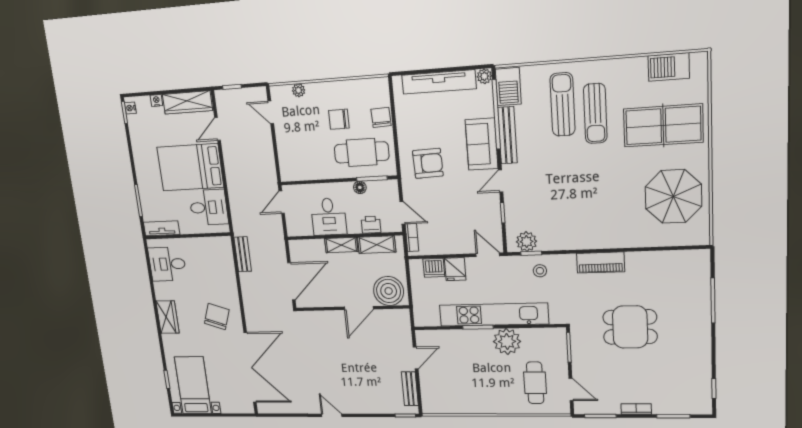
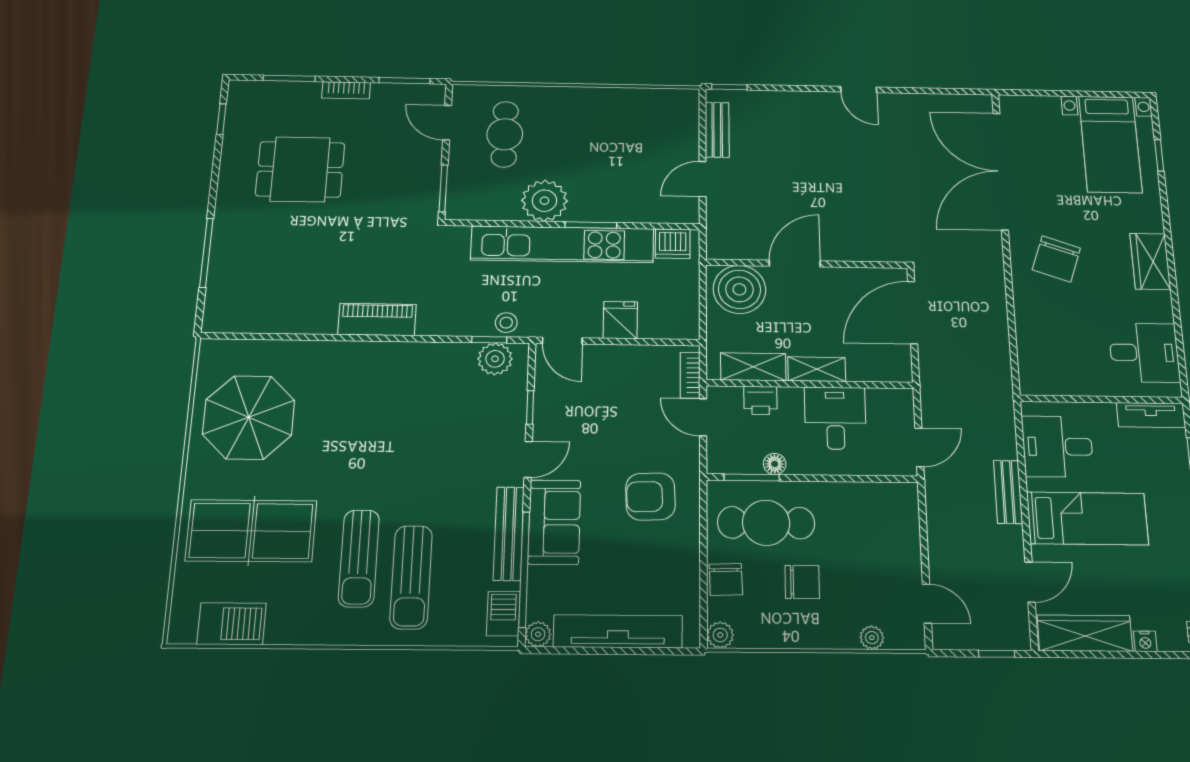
plant: (381, 85) -> (720, 635), added
barbecue: (508, 87) -> (503, 614), width x0.73, depth x0.79
sun lounger: (595, 113) -> (359, 558), turned 180
bed: (190, 167) -> (1087, 518), width x0.67
bench: (243, 254) -> (1008, 492), moved
dishwasher: (434, 268) -> (673, 244), moved, turned 180
stool: (540, 271) -> (506, 323), moved
dining table: (630, 327) -> (300, 169), moved

